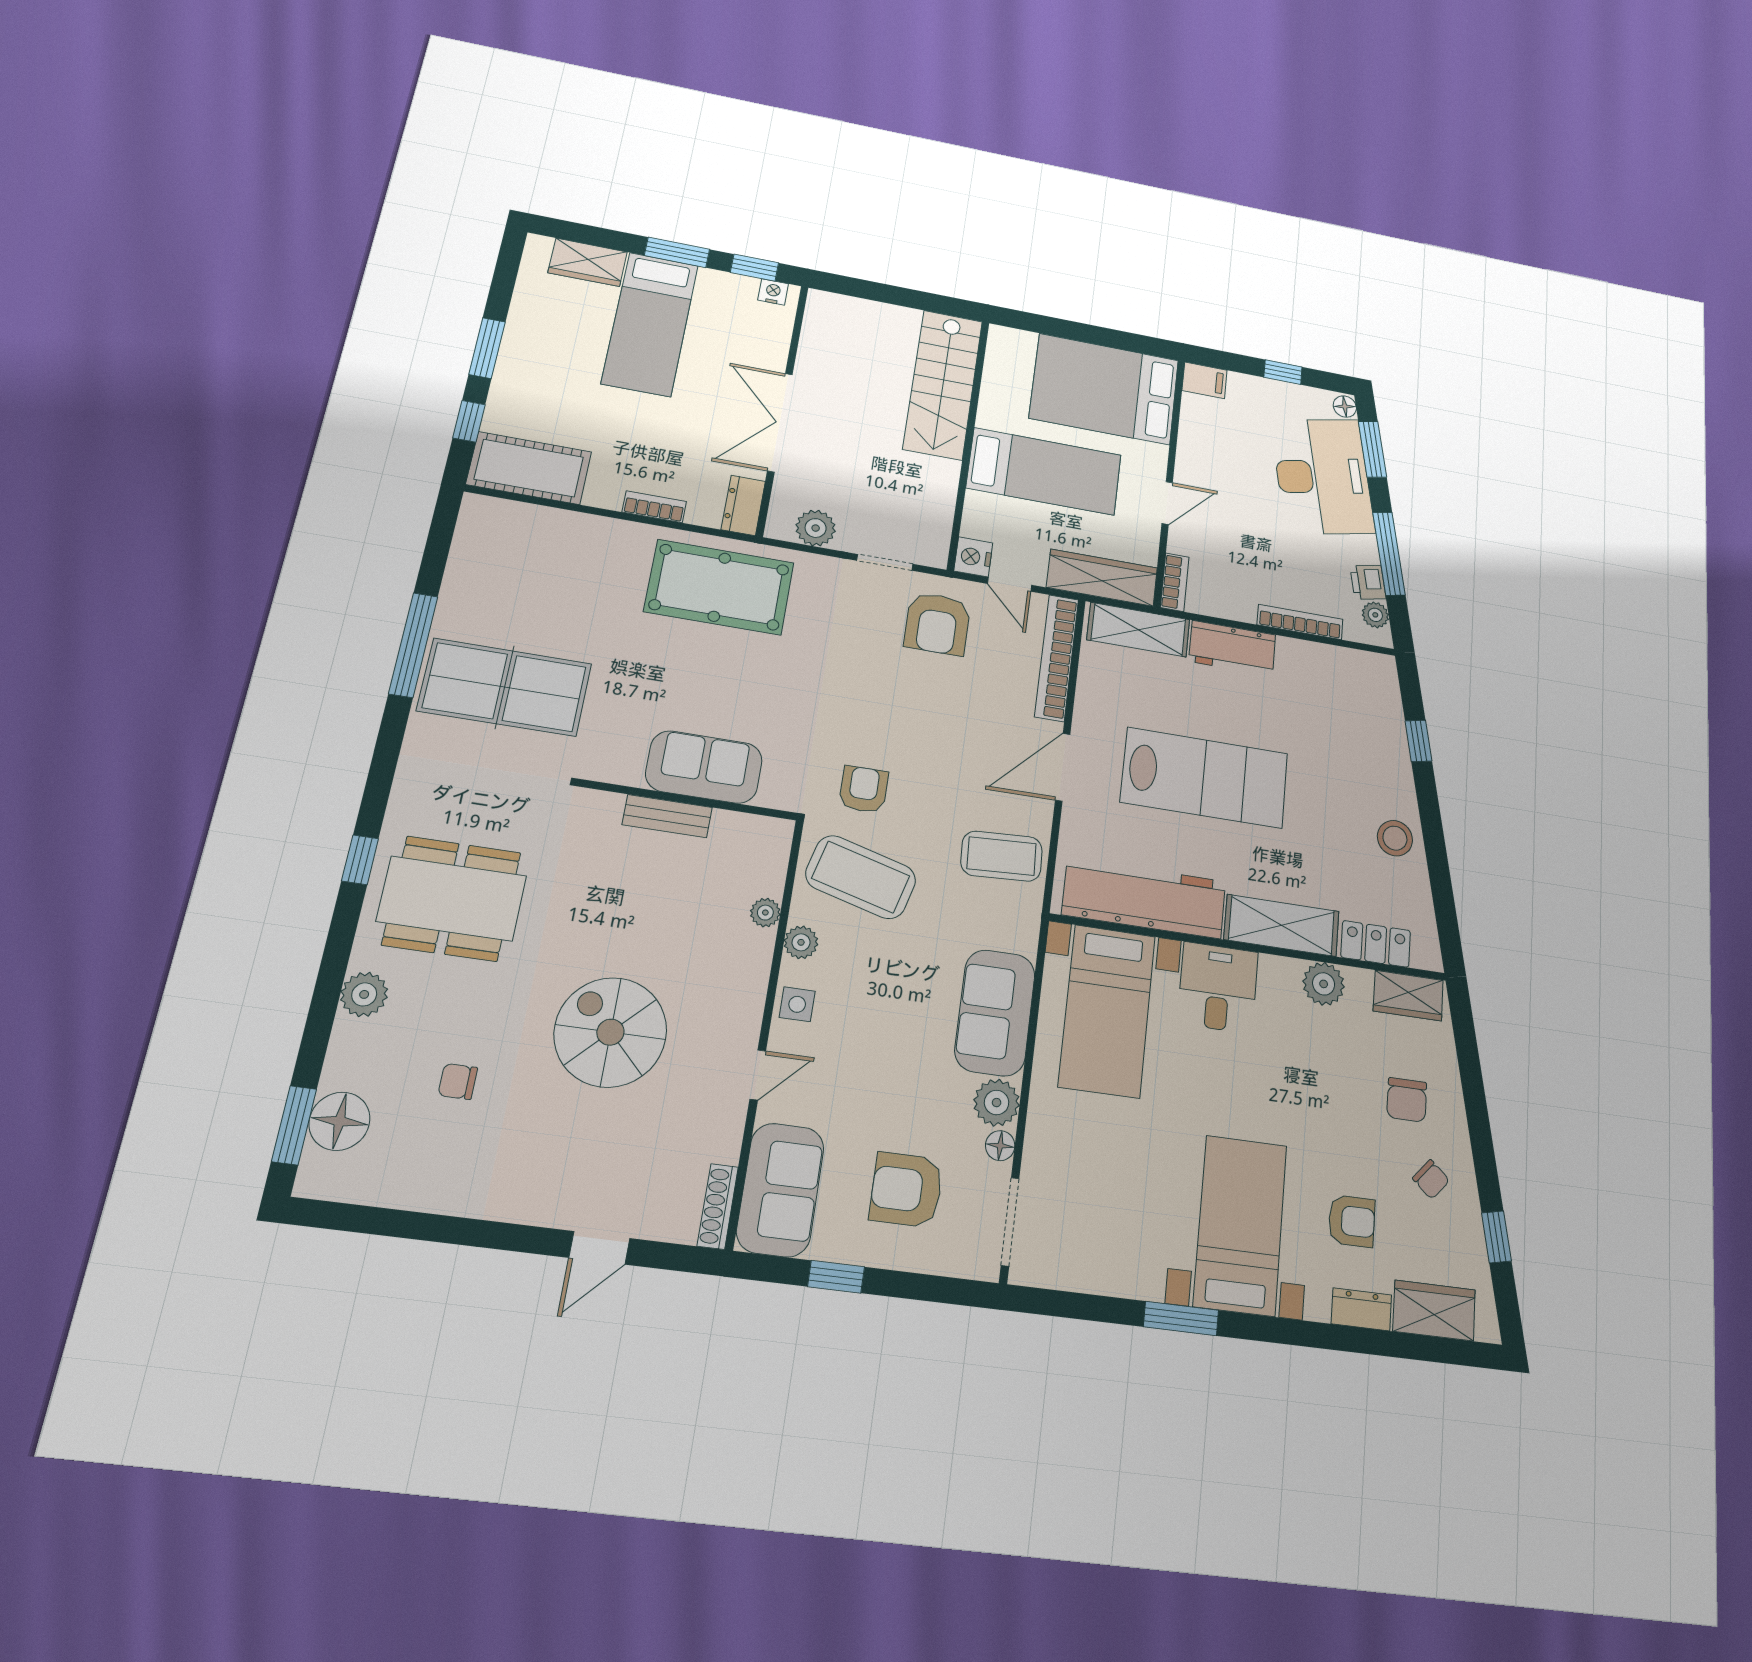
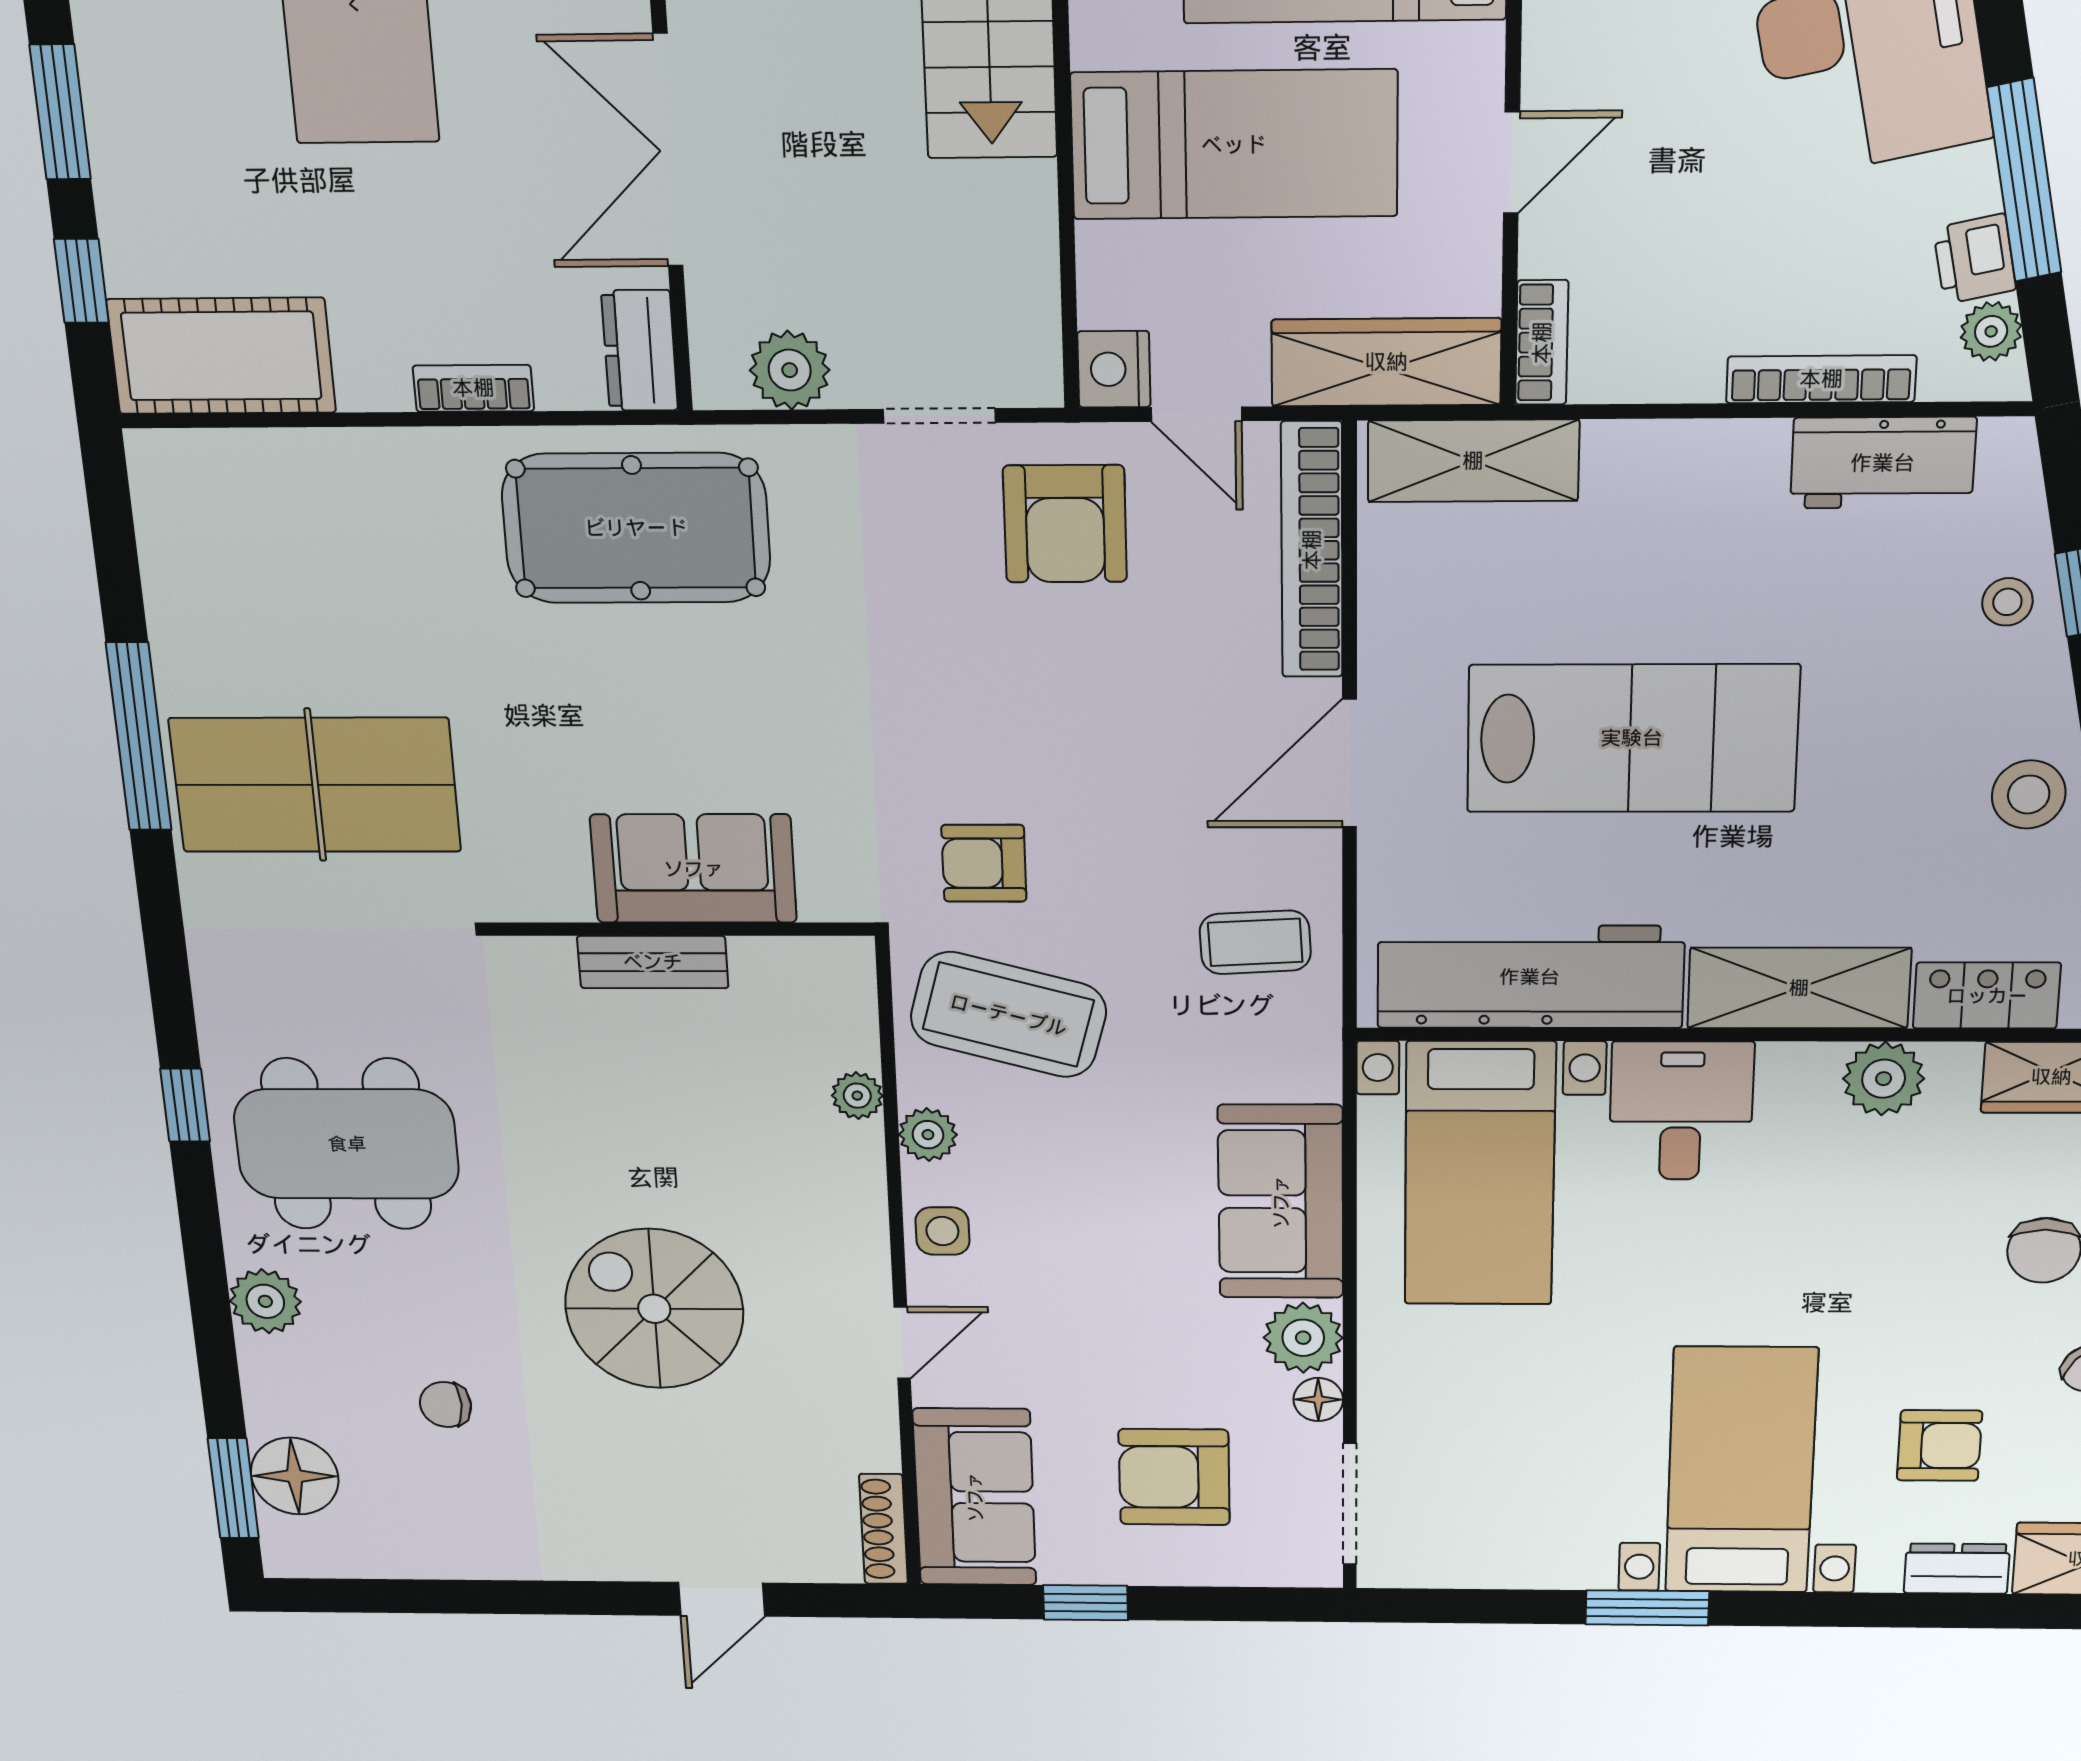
workbench: (1232, 648) -> (1883, 463), moved
stool: (1384, 740) -> (2007, 602), added
armchair: (864, 789) -> (984, 863), turned -90
coffee table: (1002, 856) -> (1255, 942), width x0.73, depth x0.77

